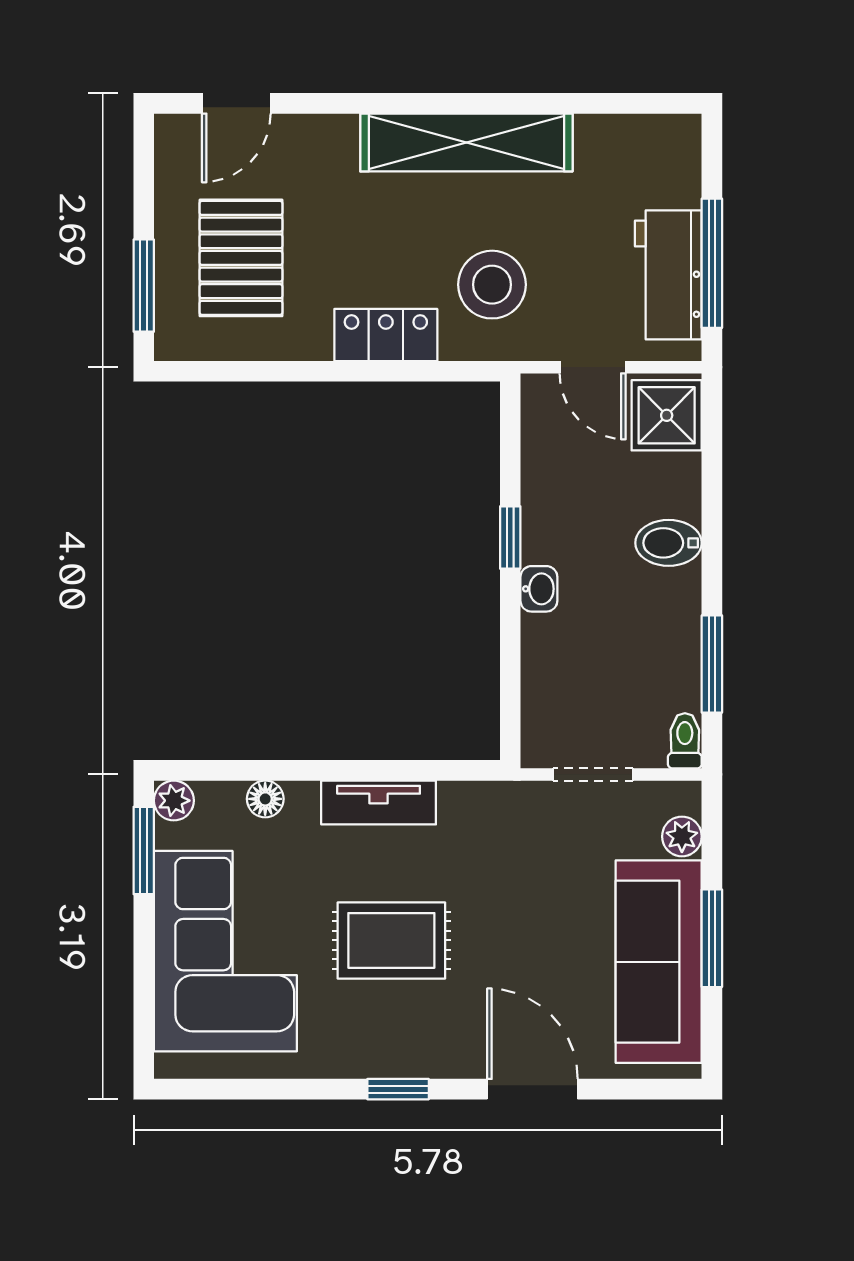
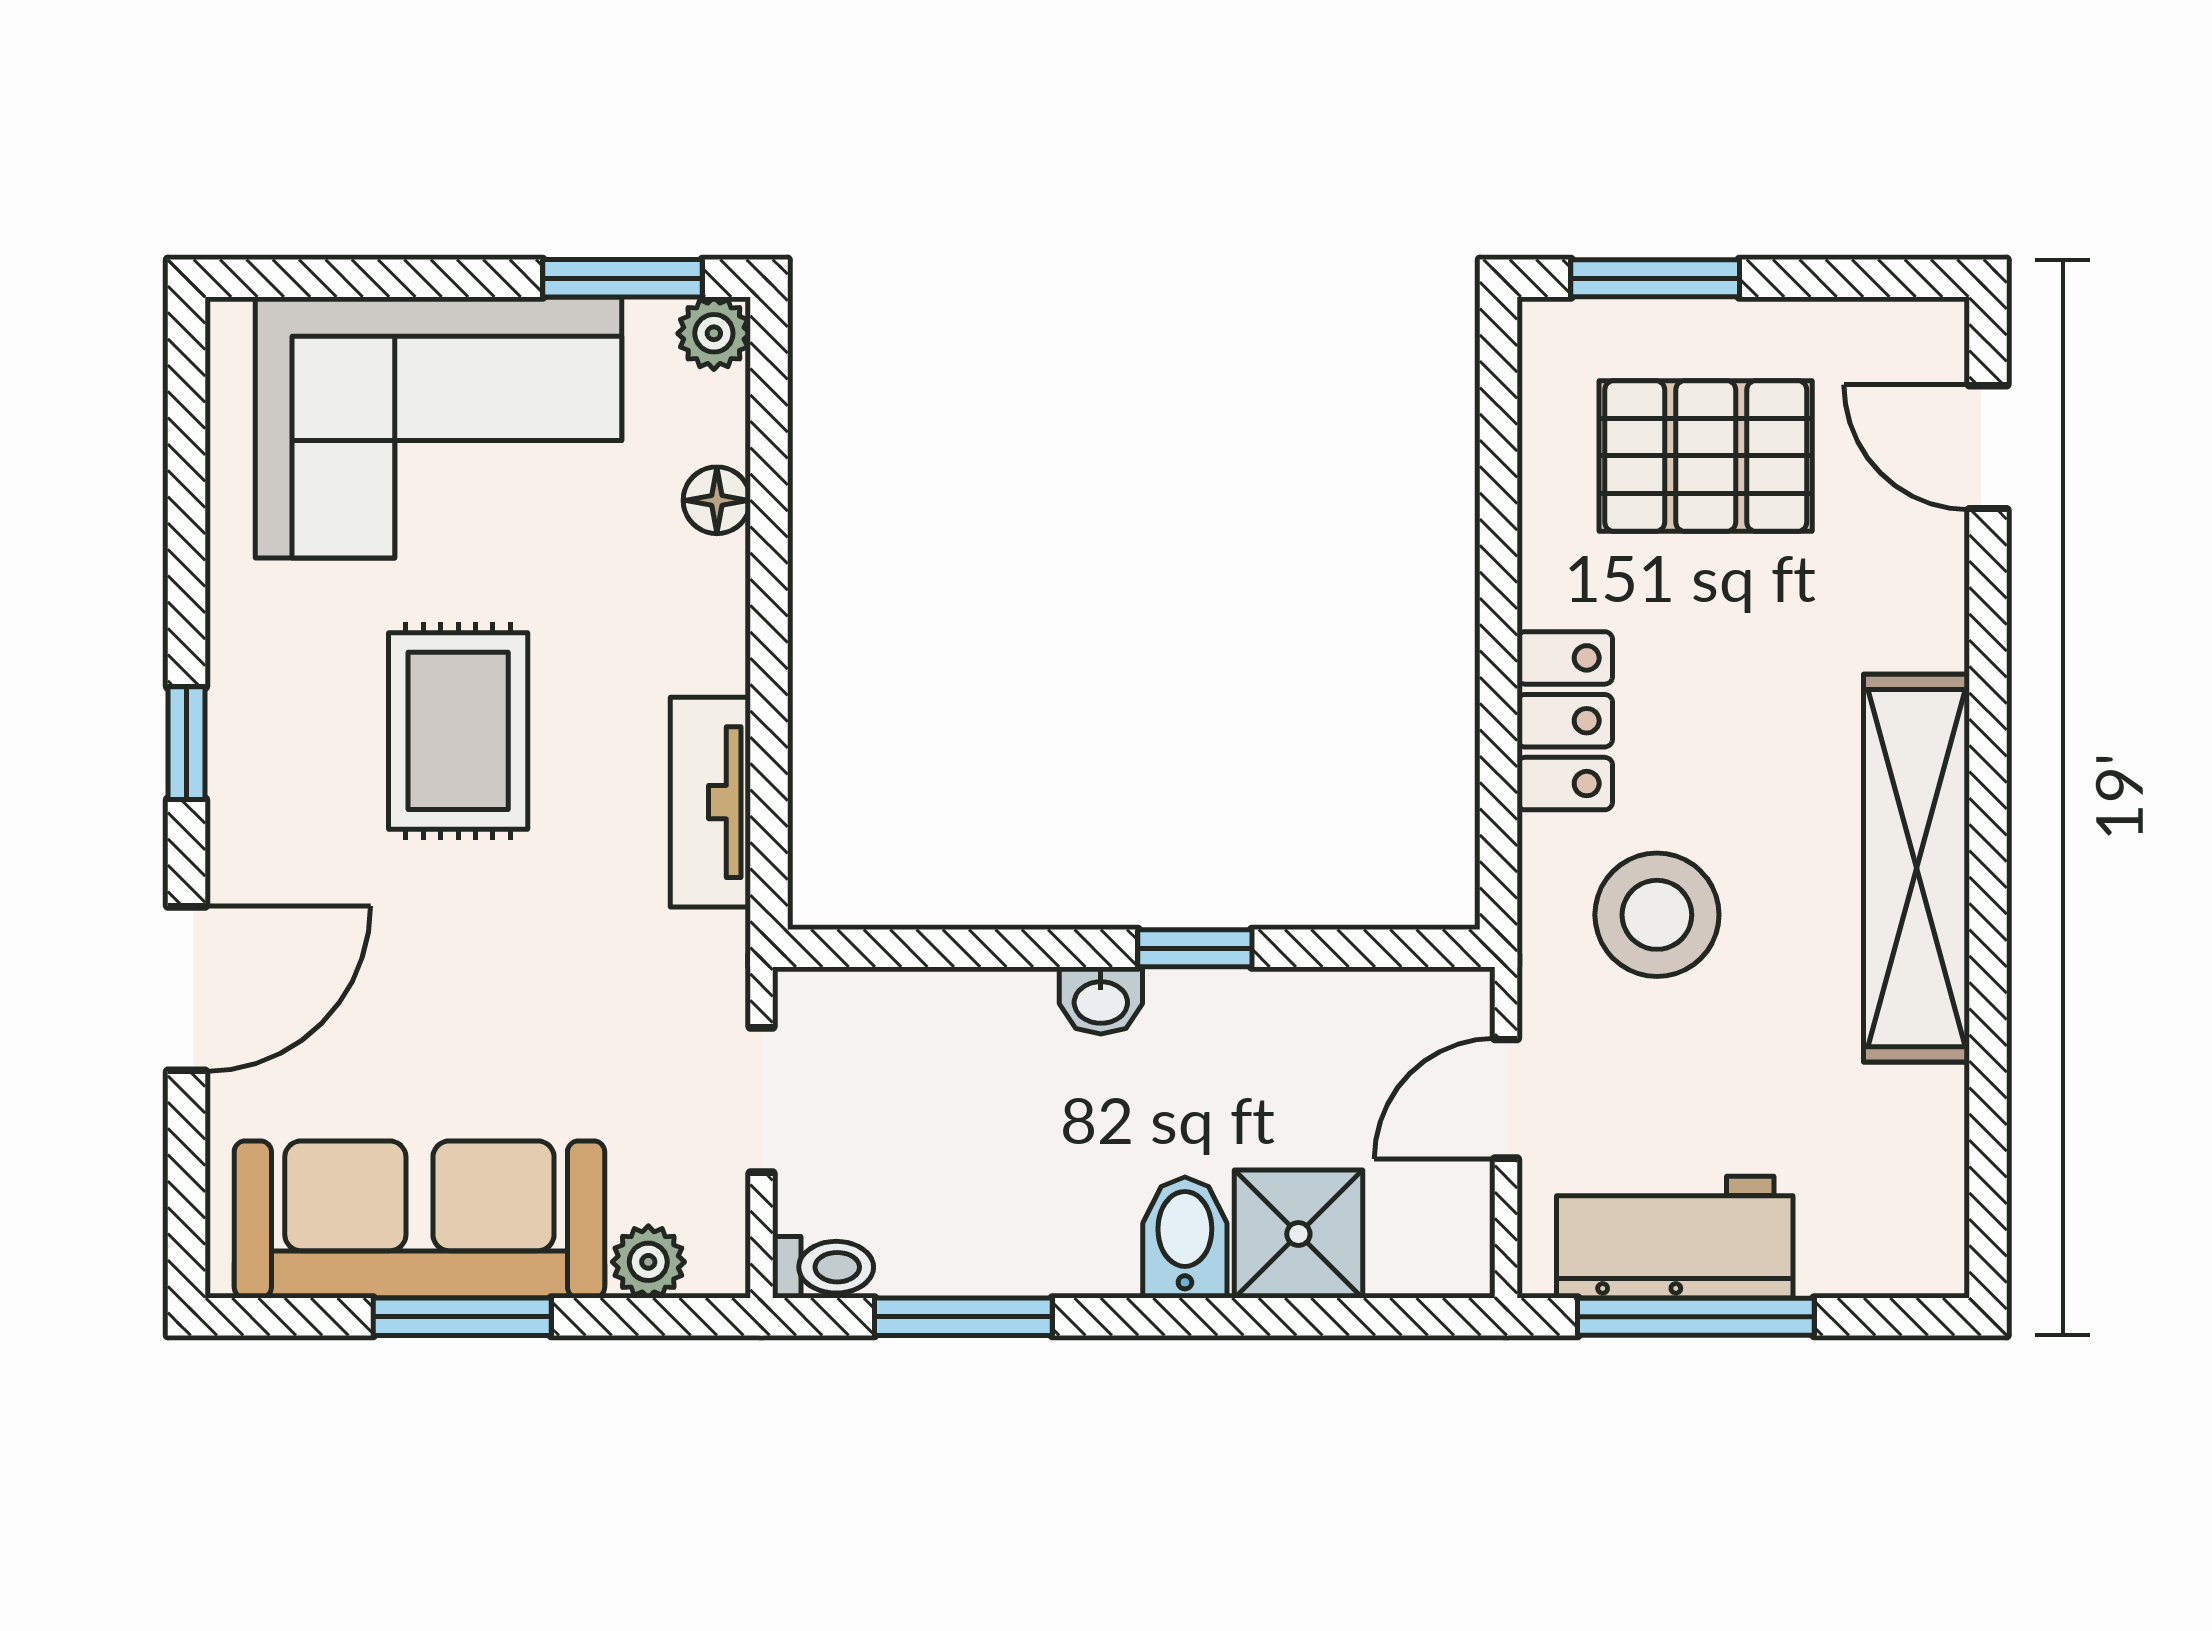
shower: (667, 415) -> (1298, 1234), moved
tv unit: (379, 802) -> (710, 802), moved

